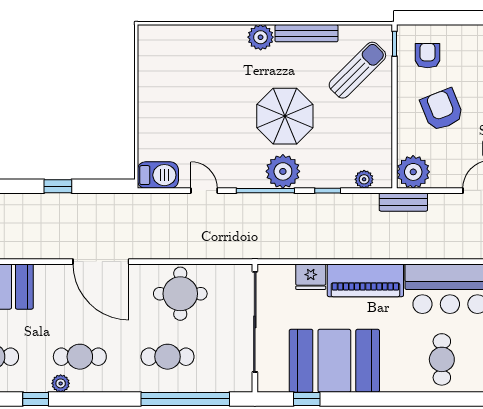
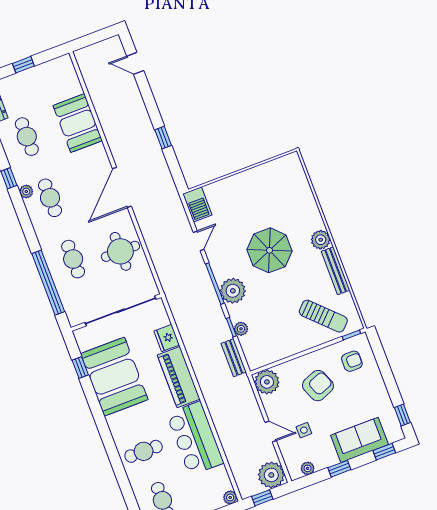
parasol: (285, 116) -> (269, 250), moved
plant: (364, 179) -> (241, 329), moved
bench: (403, 202) -> (234, 358), moved

